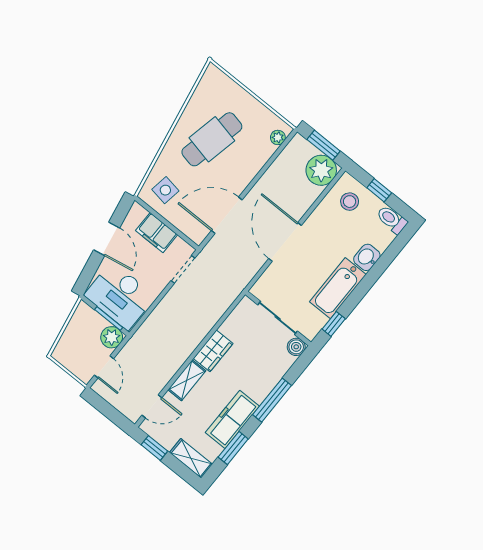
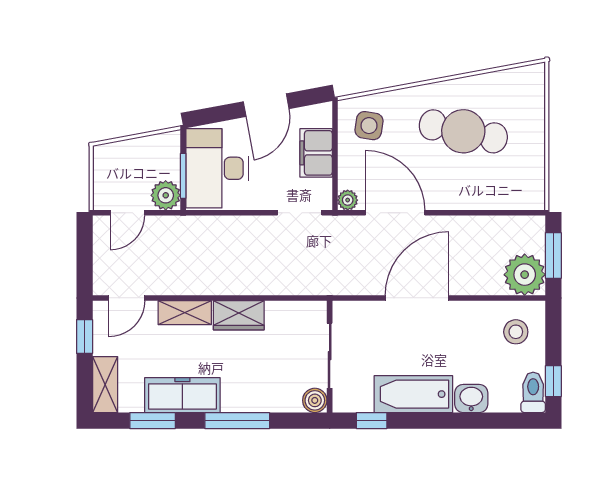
plant: (278, 137) -> (348, 200), moved
window: (379, 190) -> (553, 381), moved
door: (152, 406) -> (127, 298), hinge flipped

